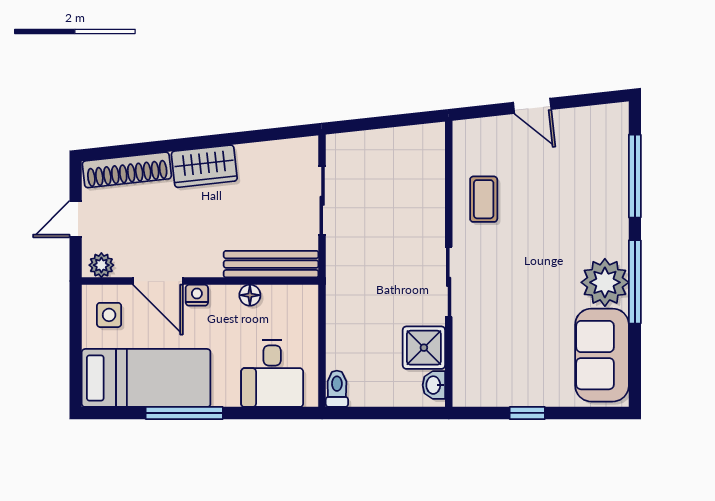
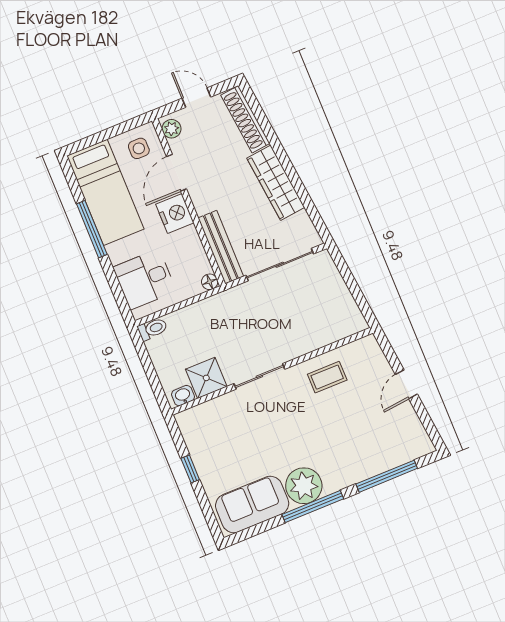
wardrobe: (204, 166) -> (276, 183), width x1.50
sliding door: (322, 201) -> (280, 265), width x1.37
nightstand: (197, 295) -> (175, 213), width x1.89, depth x1.79
floor lamp: (250, 295) -> (210, 282), moved

